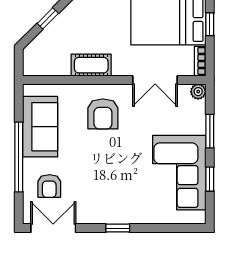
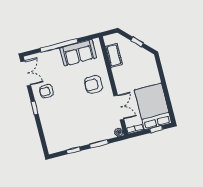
cot: (91, 65) -> (114, 55), moved
double door: (155, 80) -> (119, 108), swing flipped
corner sofa: (179, 173) -> (73, 133), removed
armchair: (49, 186) -> (46, 91), moved

